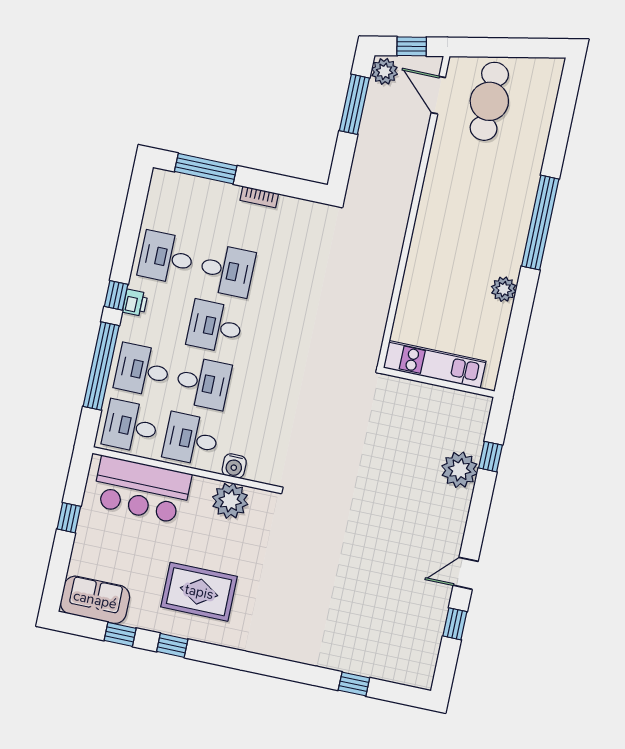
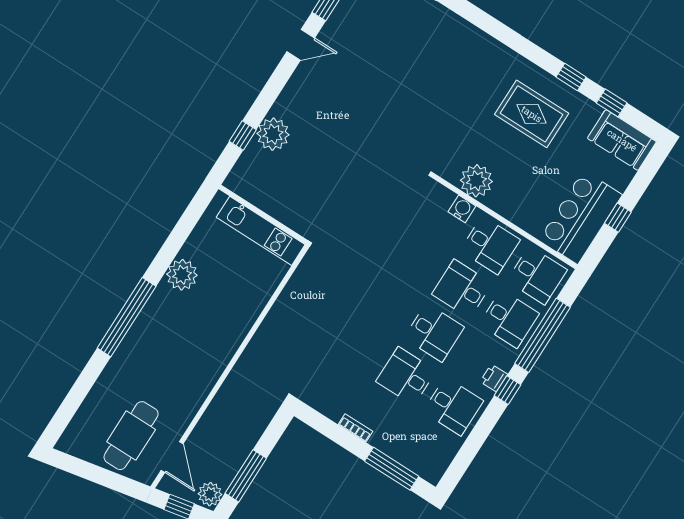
plant: (504, 289) -> (182, 275), width x1.36, depth x1.36
bar counter: (142, 490) -> (581, 217), moved, turned -90

